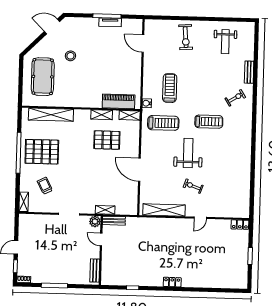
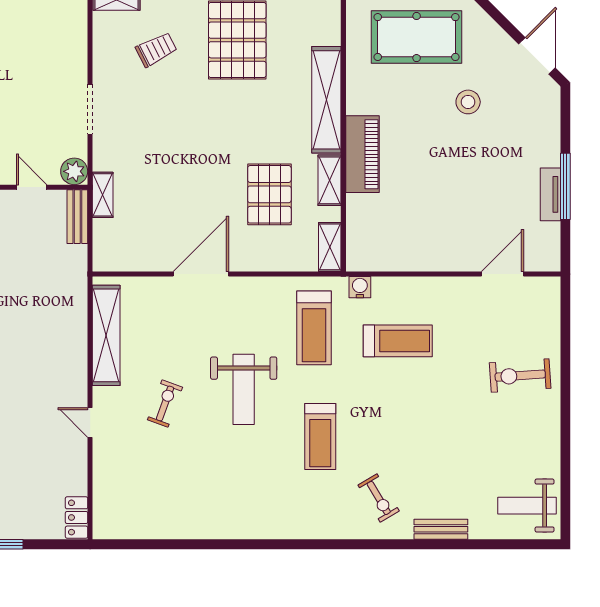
weight bench: (225, 42) -> (527, 506), moved
piano: (119, 101) -> (363, 154), moved
shelving: (51, 115) -> (326, 100), moved
weight bench: (188, 153) -> (244, 389), turned 90
door: (101, 240) -> (32, 187), hinge flipped

